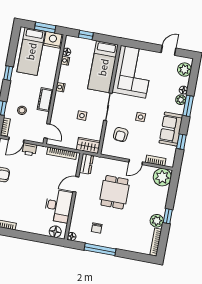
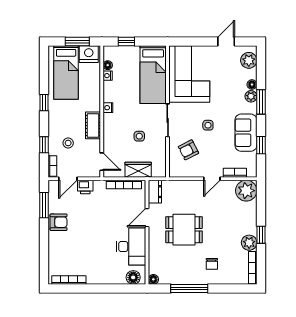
armchair: (121, 135) -> (188, 150), turned 57
wardrobe: (88, 145) -> (138, 170), moved
dining table: (114, 192) -> (184, 230), moved, turned 90
chair: (97, 228) -> (212, 264), moved

